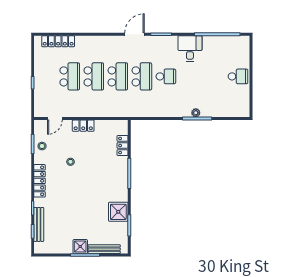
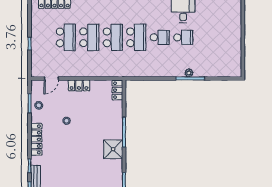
school desk: (238, 76) -> (183, 37), moved
locker: (123, 146) -> (117, 90), moved
shower: (118, 212) -> (113, 149), moved

